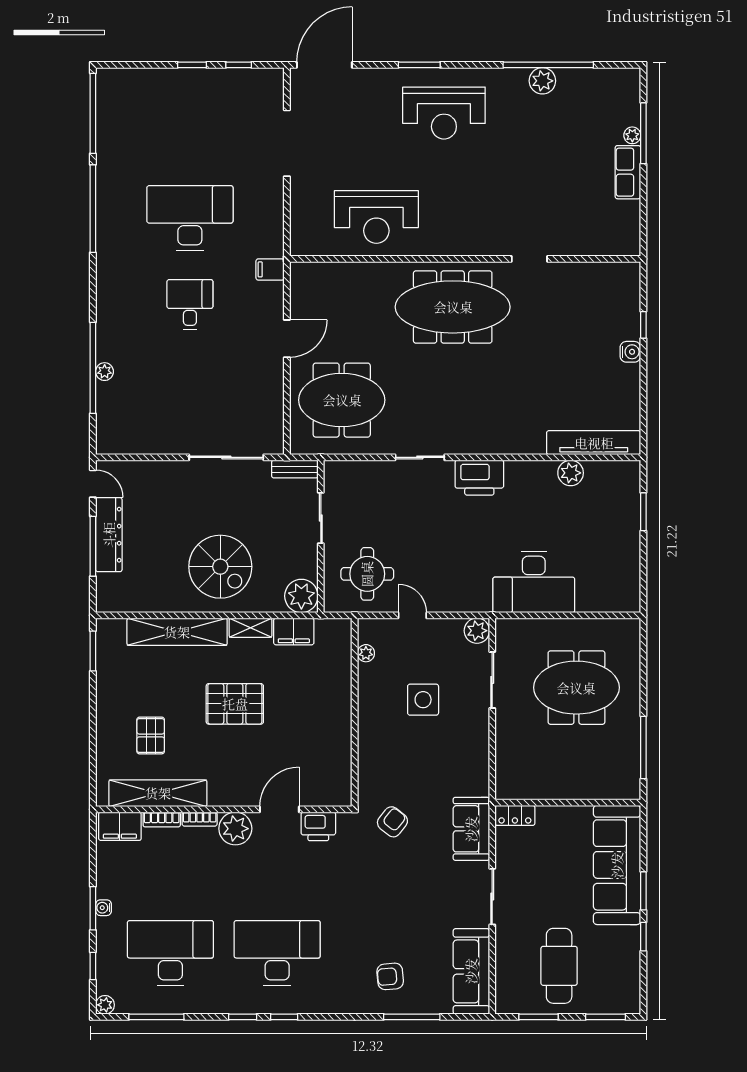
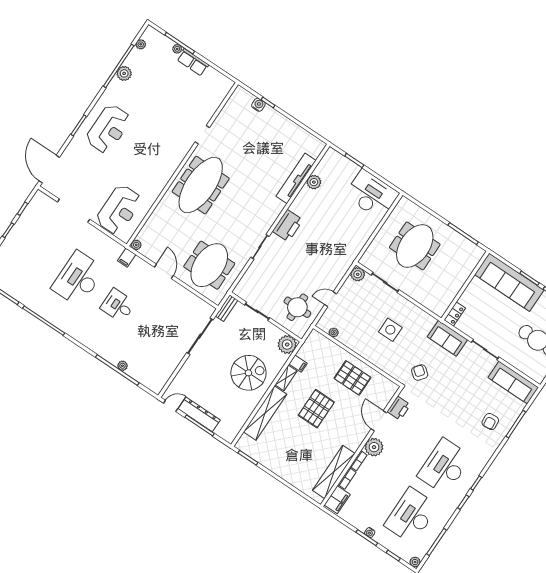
plant: (603, 76) -> (141, 44), added
reception desk: (376, 217) -> (119, 210), moved
plant: (299, 271) -> (136, 245), added
water cooler: (630, 352) -> (258, 105), moved
tv unit: (594, 443) -> (296, 178), moved
desk: (534, 582) -> (372, 195), moved, turned -90
filing cabinet: (294, 631) -> (298, 364), width x0.50
side table: (423, 700) -> (390, 330), moved
pallet: (151, 735) -> (352, 378), moved, width x1.50, depth x1.42

